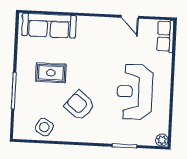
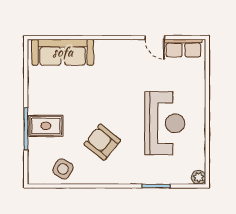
row of seats: (165, 36) -> (183, 48), moved, turned -90
rug: (51, 73) -> (46, 126), moved
reception desk: (135, 92) -> (165, 123), turned 180

